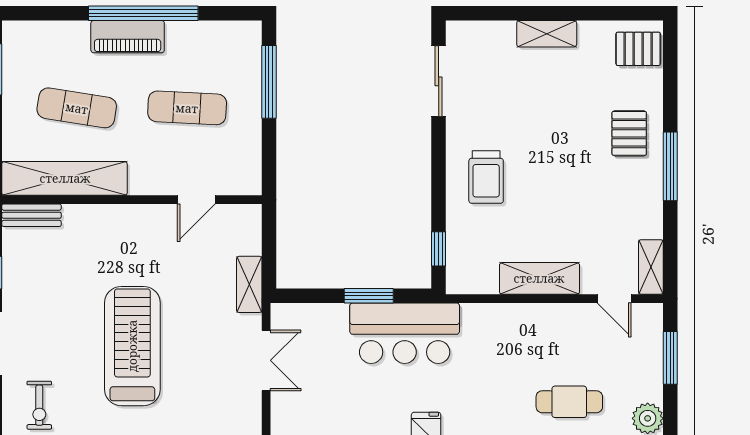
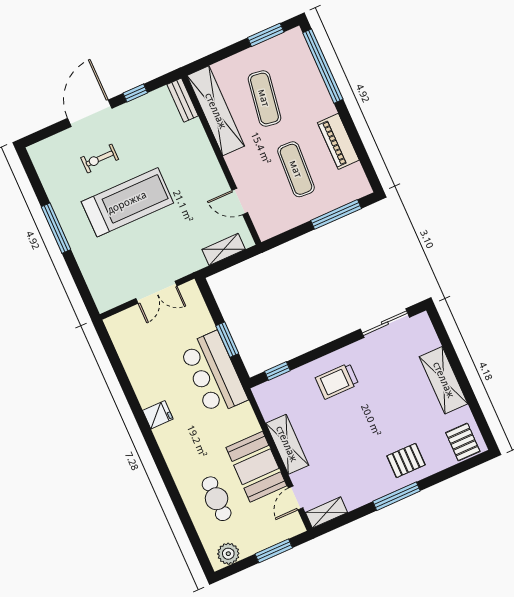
window: (143, 13) -> (323, 66), moved
shelving: (547, 34) -> (444, 380), width x1.50, depth x1.33
piano: (128, 37) -> (338, 141), moved
shelving: (249, 284) -> (224, 249), moved
booth: (551, 332) -> (256, 467), added
exercise bike: (39, 405) -> (100, 159), moved

